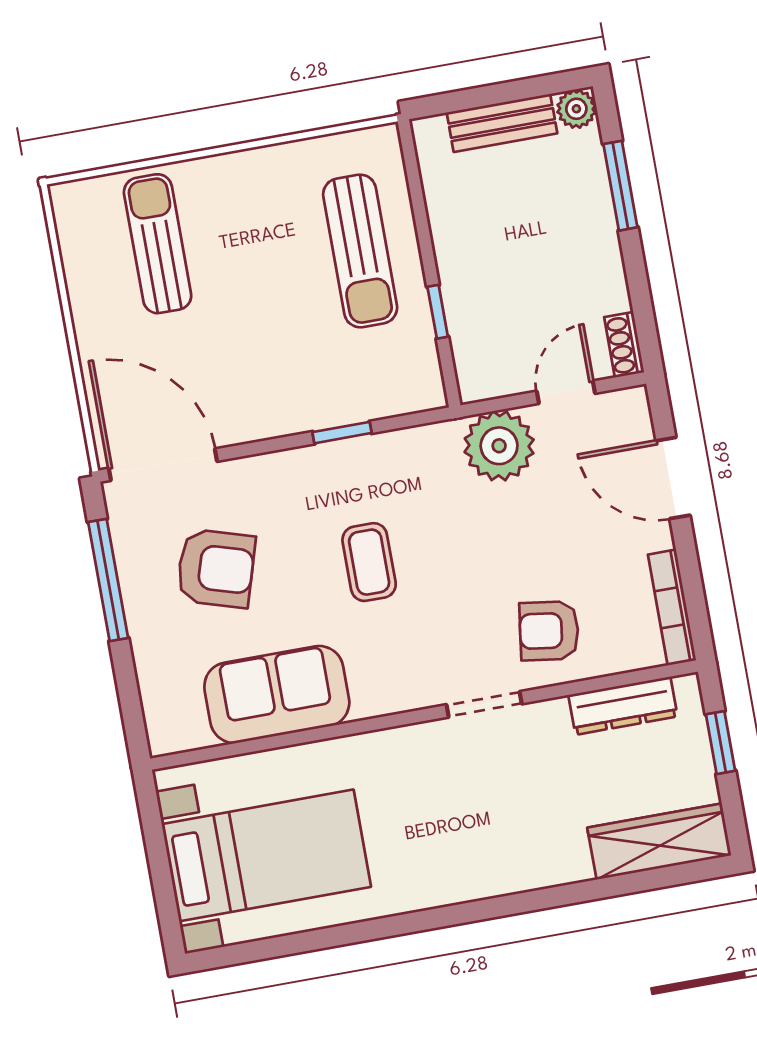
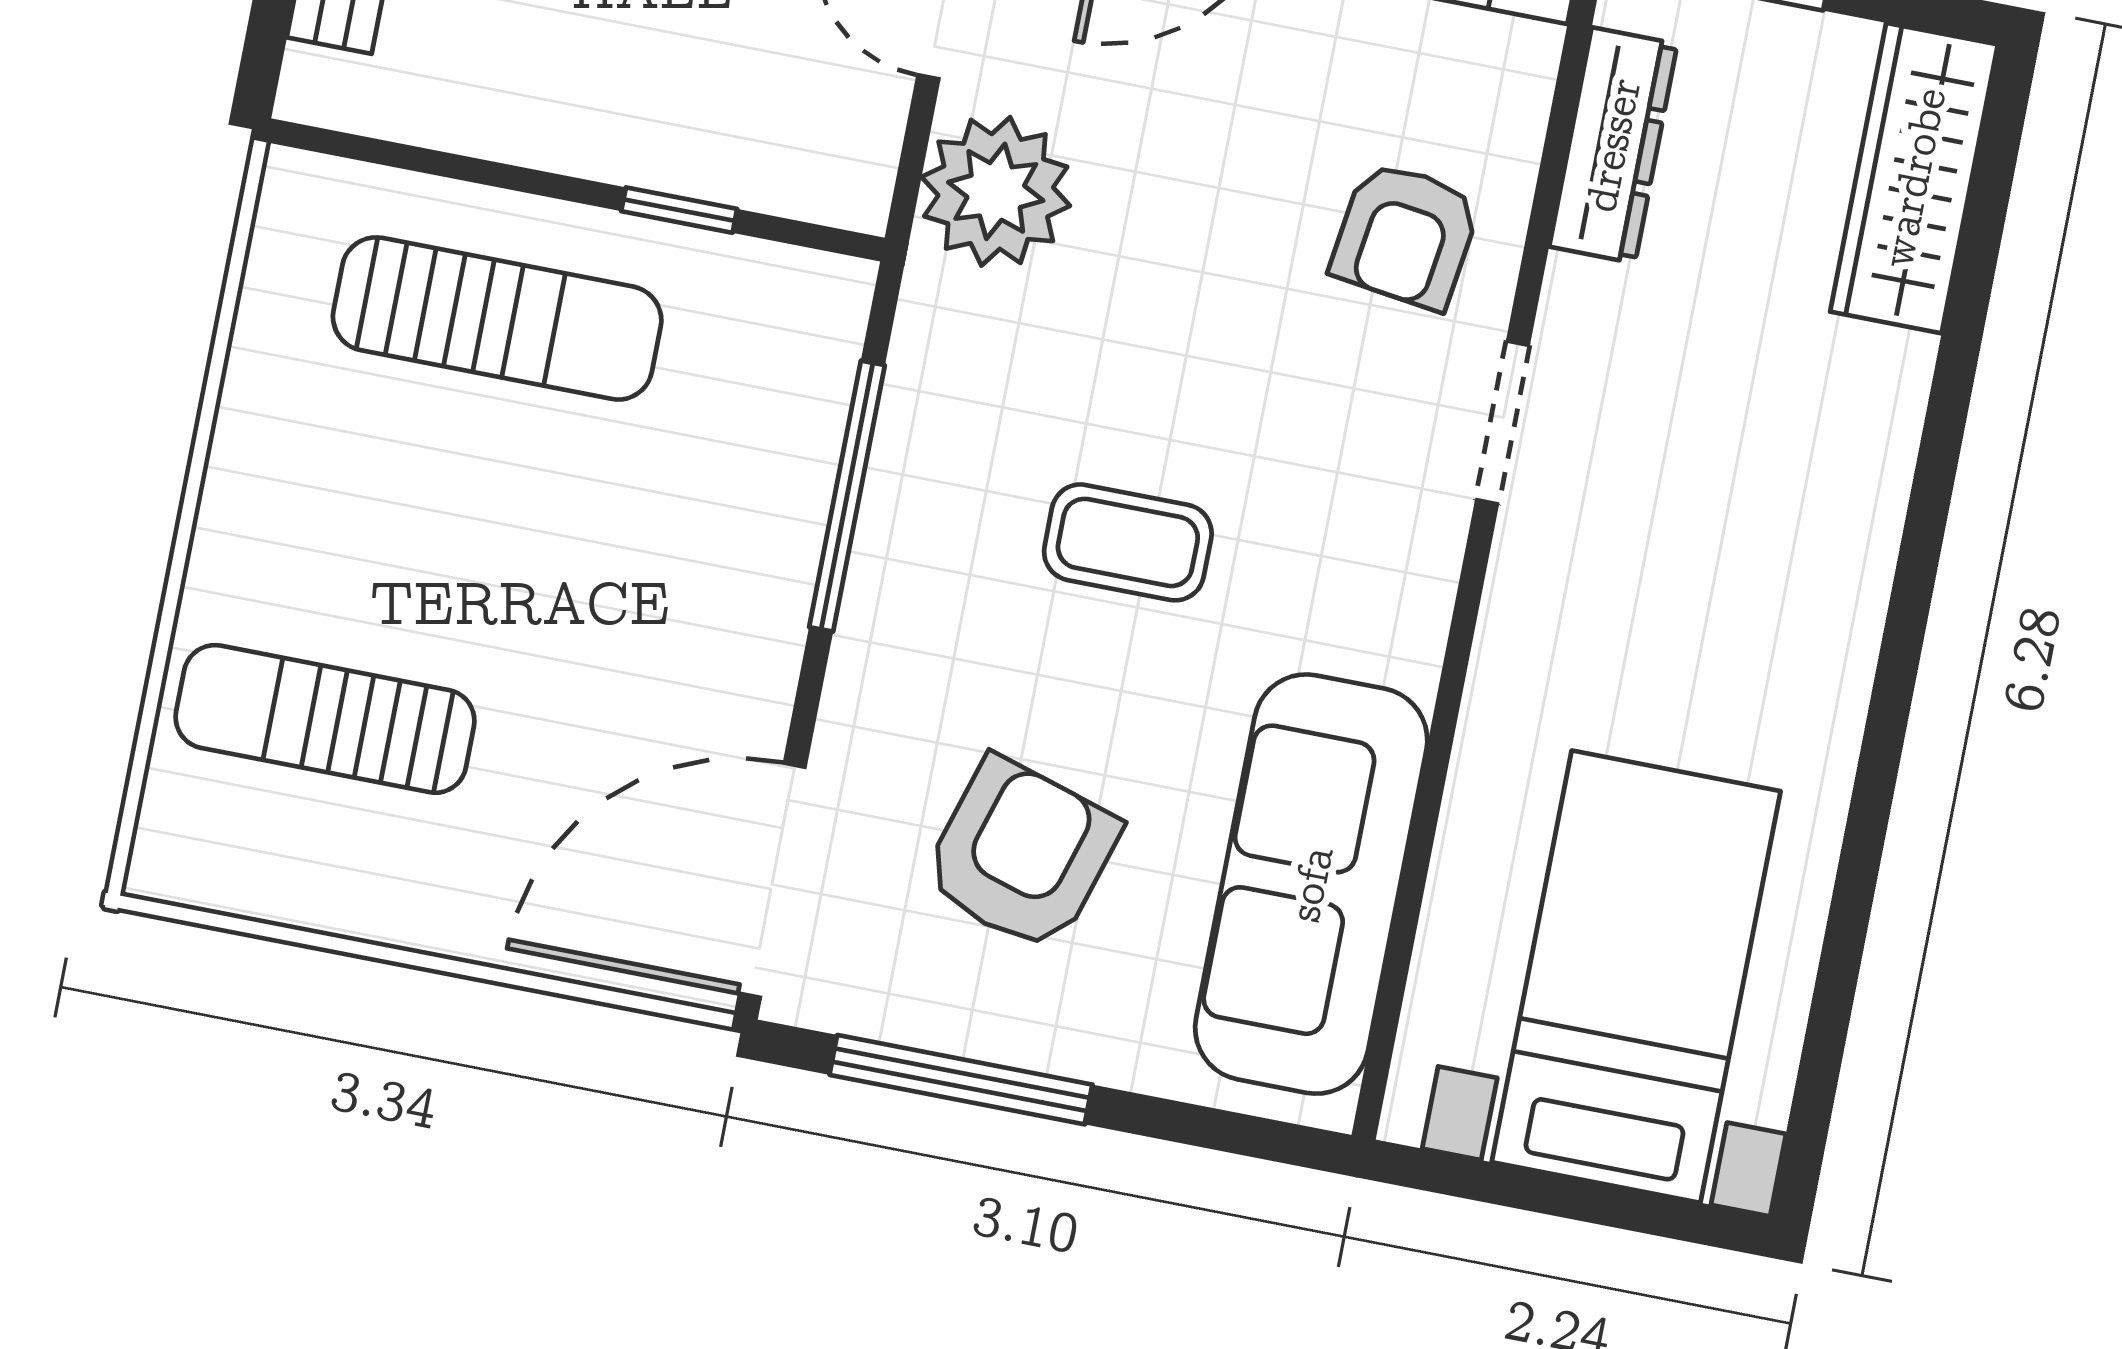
window: (342, 433) -> (847, 496), width x2.17
sofa: (277, 695) -> (1311, 884), width x1.36

